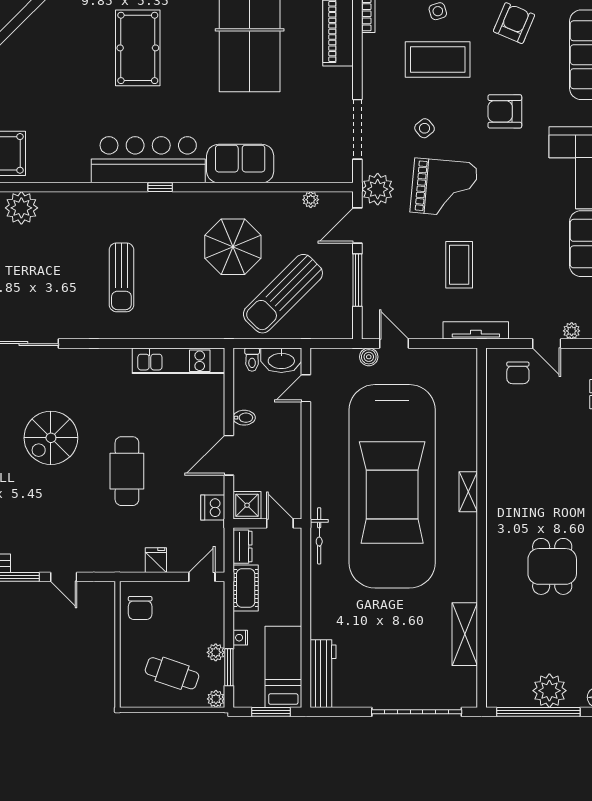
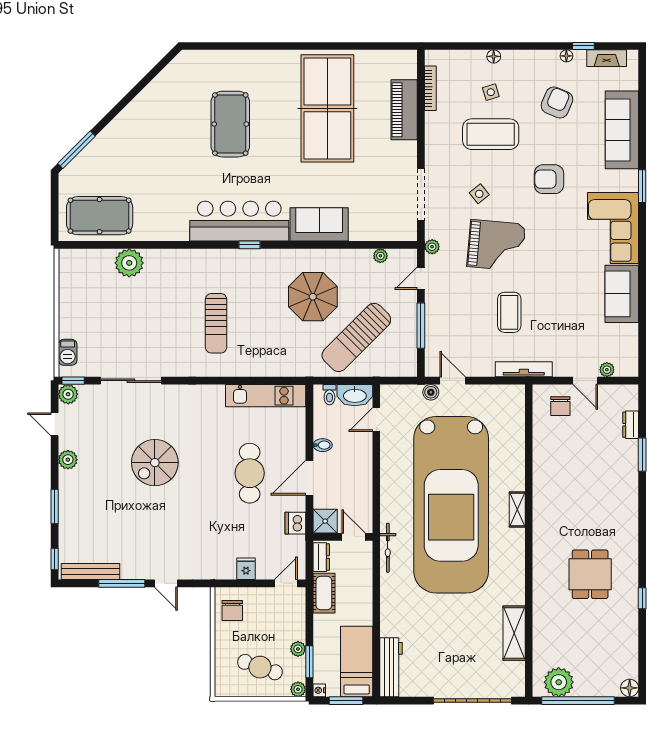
plant: (378, 189) -> (432, 247), width x0.53, depth x0.53
door: (357, 226) -> (421, 278), width x0.73
cafe table: (127, 471) -> (250, 473), moved
nightstand: (240, 638) -> (319, 690), moved
plant: (549, 691) -> (559, 682), moved

